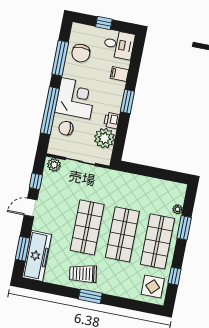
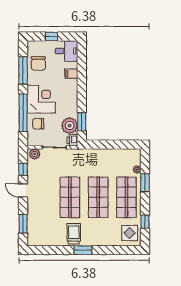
window: (127, 102) -> (82, 122), moved
printer: (112, 120) -> (72, 140), moved
door: (31, 207) -> (23, 191), hinge flipped
freezer: (37, 256) -> (35, 227), removed
trolley: (83, 274) -> (74, 234), turned 99

